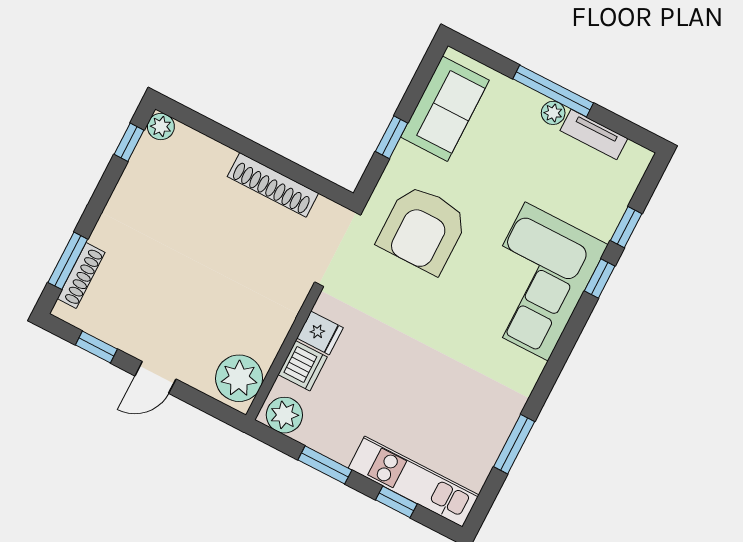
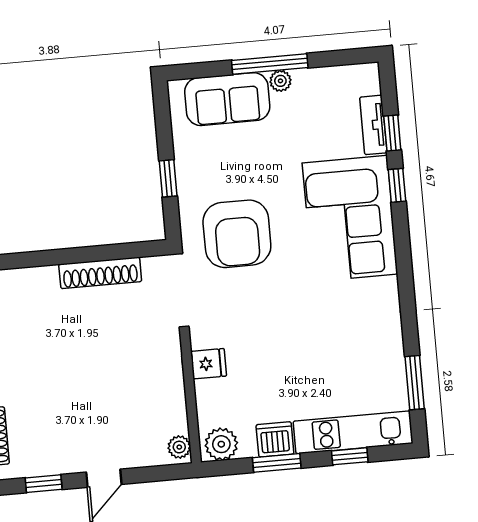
sofa: (445, 109) -> (227, 99), moved, turned 90
tv unit: (594, 135) -> (373, 125), moved, turned 90
dishwasher: (303, 366) -> (275, 439), moved, turned -90
plant: (239, 378) -> (179, 447), width x0.53, depth x0.53
window: (514, 444) -> (415, 383), moved

